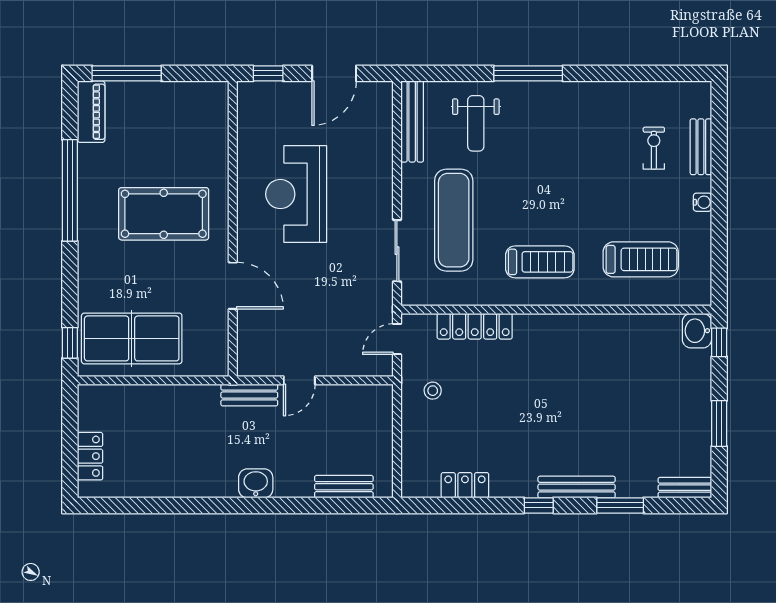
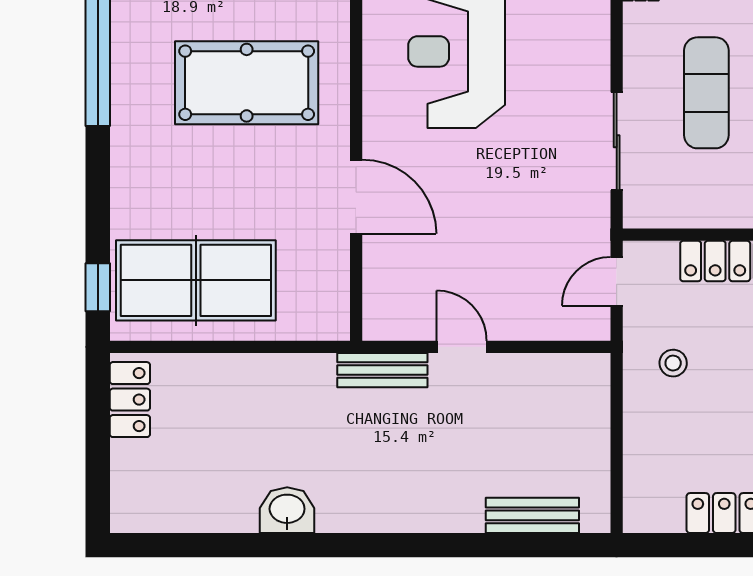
exercise mat: (454, 220) -> (706, 93), width x0.73, depth x0.69
door: (299, 380) -> (462, 347), swing flipped
locker: (90, 456) -> (130, 400), moved
washbasin: (256, 483) -> (287, 510), moved

